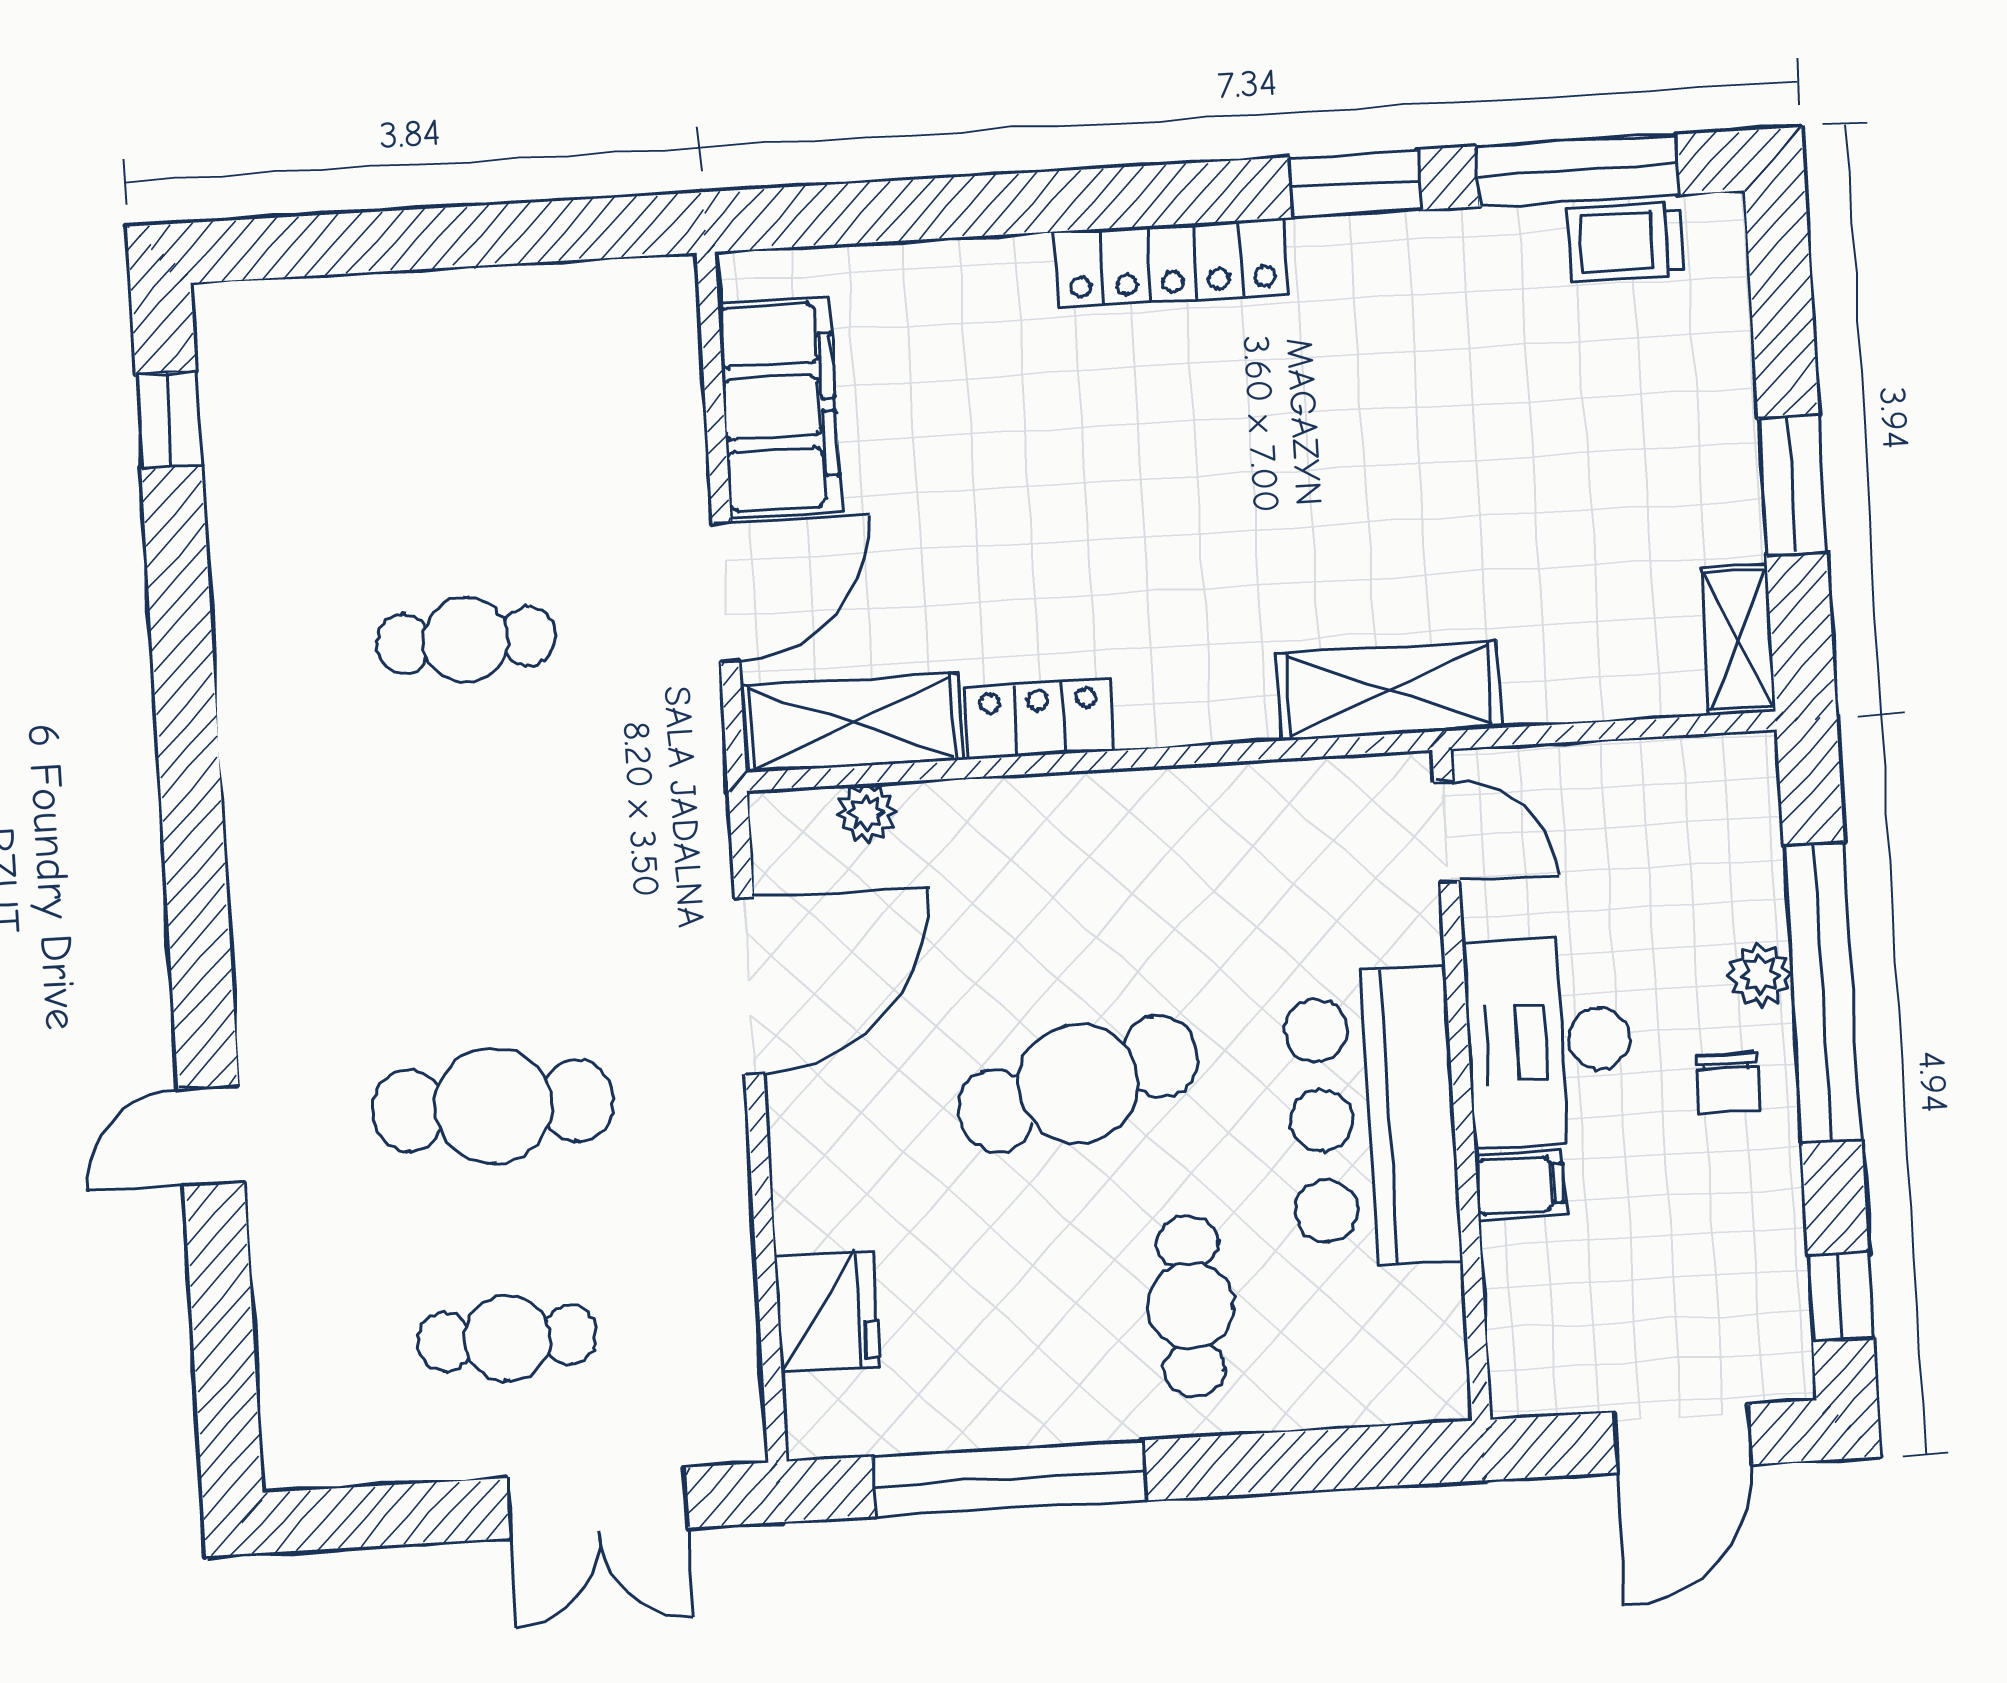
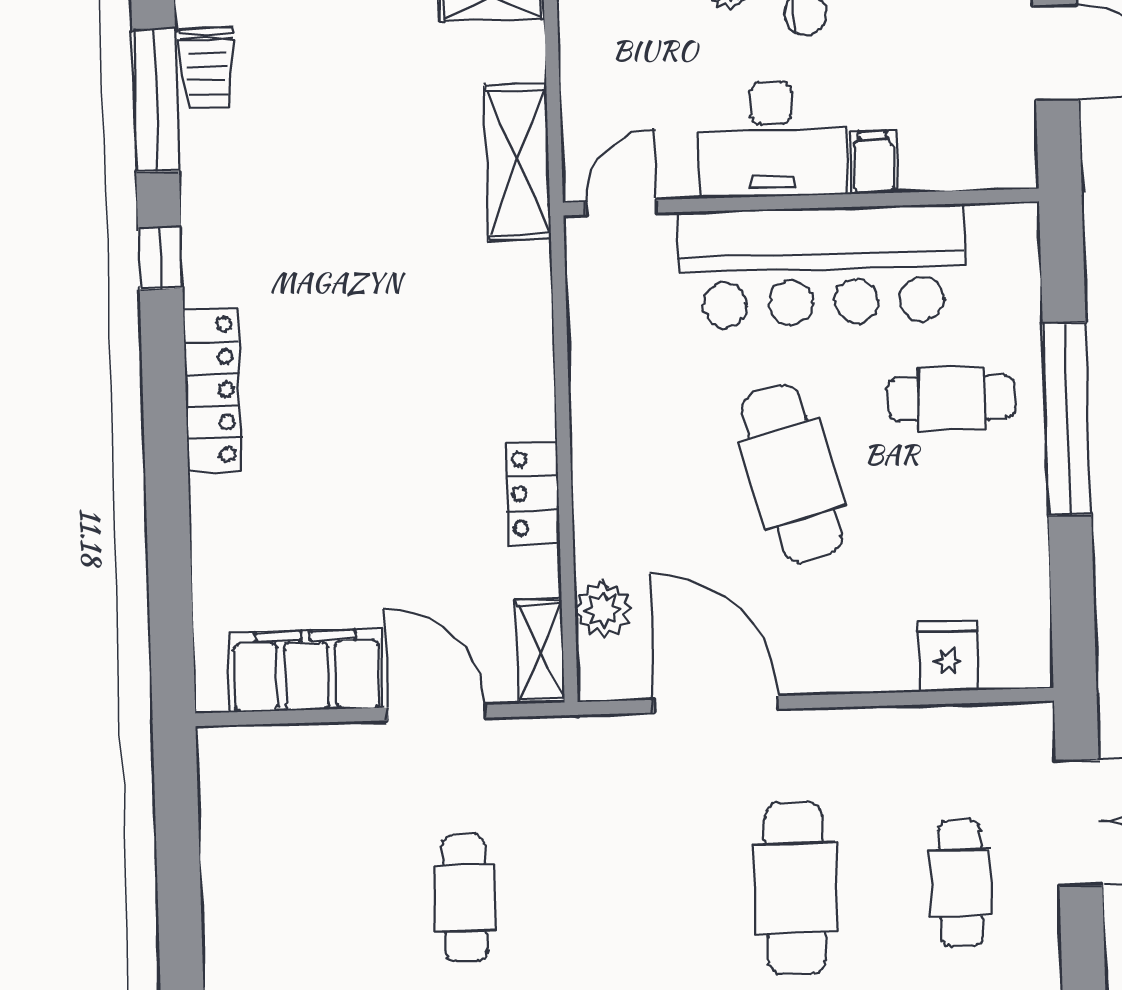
window: (1355, 184) -> (160, 258), width x0.67
shelving: (1389, 690) -> (518, 162), moved
shelving: (852, 723) -> (540, 652), width x0.67, depth x0.75
plant: (867, 813) -> (603, 609), width x1.38, depth x1.38
bar counter: (1372, 1118) -> (822, 266), width x1.36
fridge: (827, 1311) -> (948, 656), width x0.72
window: (1009, 1478) -> (1067, 419), moved

